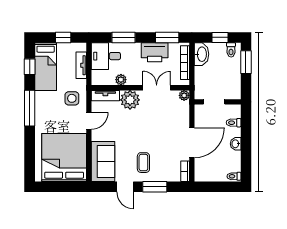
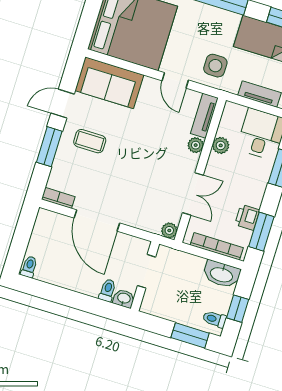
printer: (155, 52) -> (247, 217), width x0.53, depth x0.68
plant: (130, 100) -> (196, 145), width x0.53, depth x0.53
washbasin: (236, 144) -> (124, 299), moved

